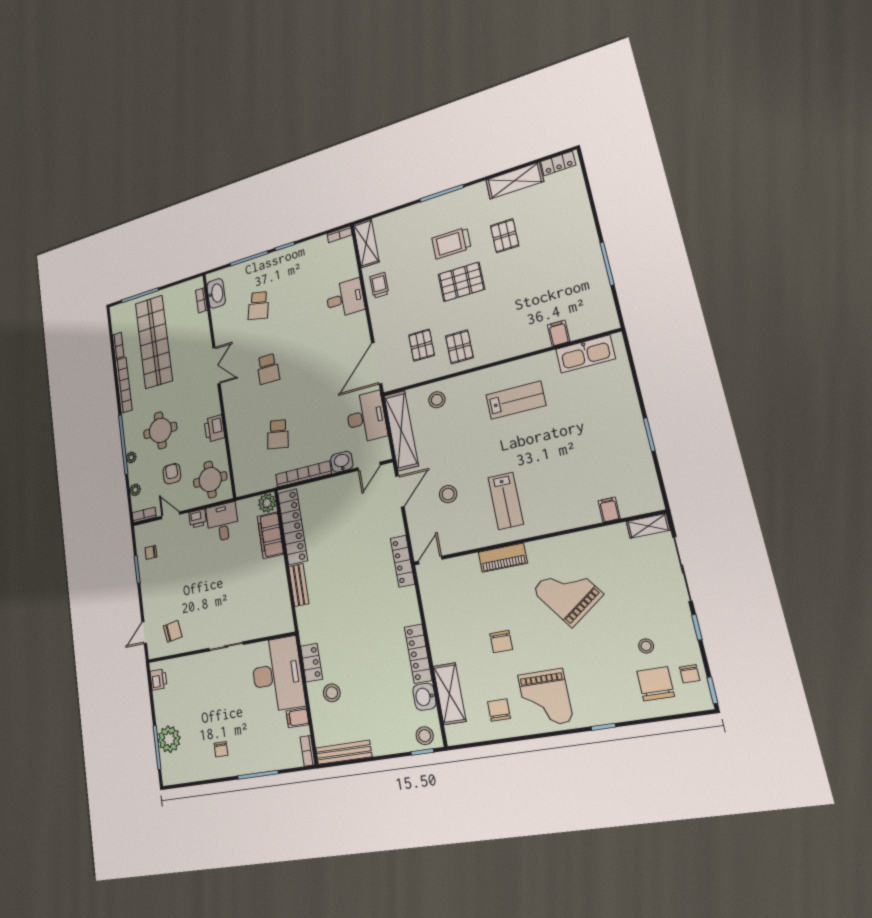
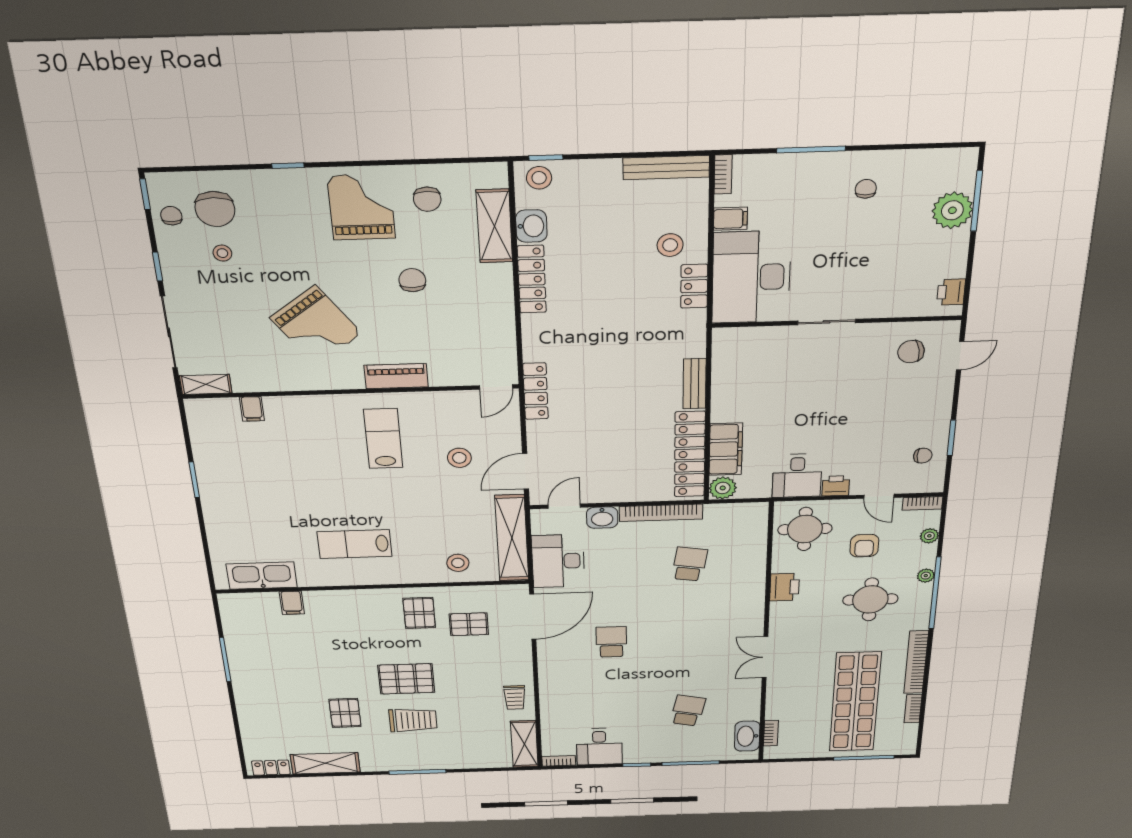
desk: (345, 298) -> (599, 747), moved, turned -90
pallet: (422, 345) -> (469, 624), turned 90
school desk: (268, 369) -> (611, 642), moved

